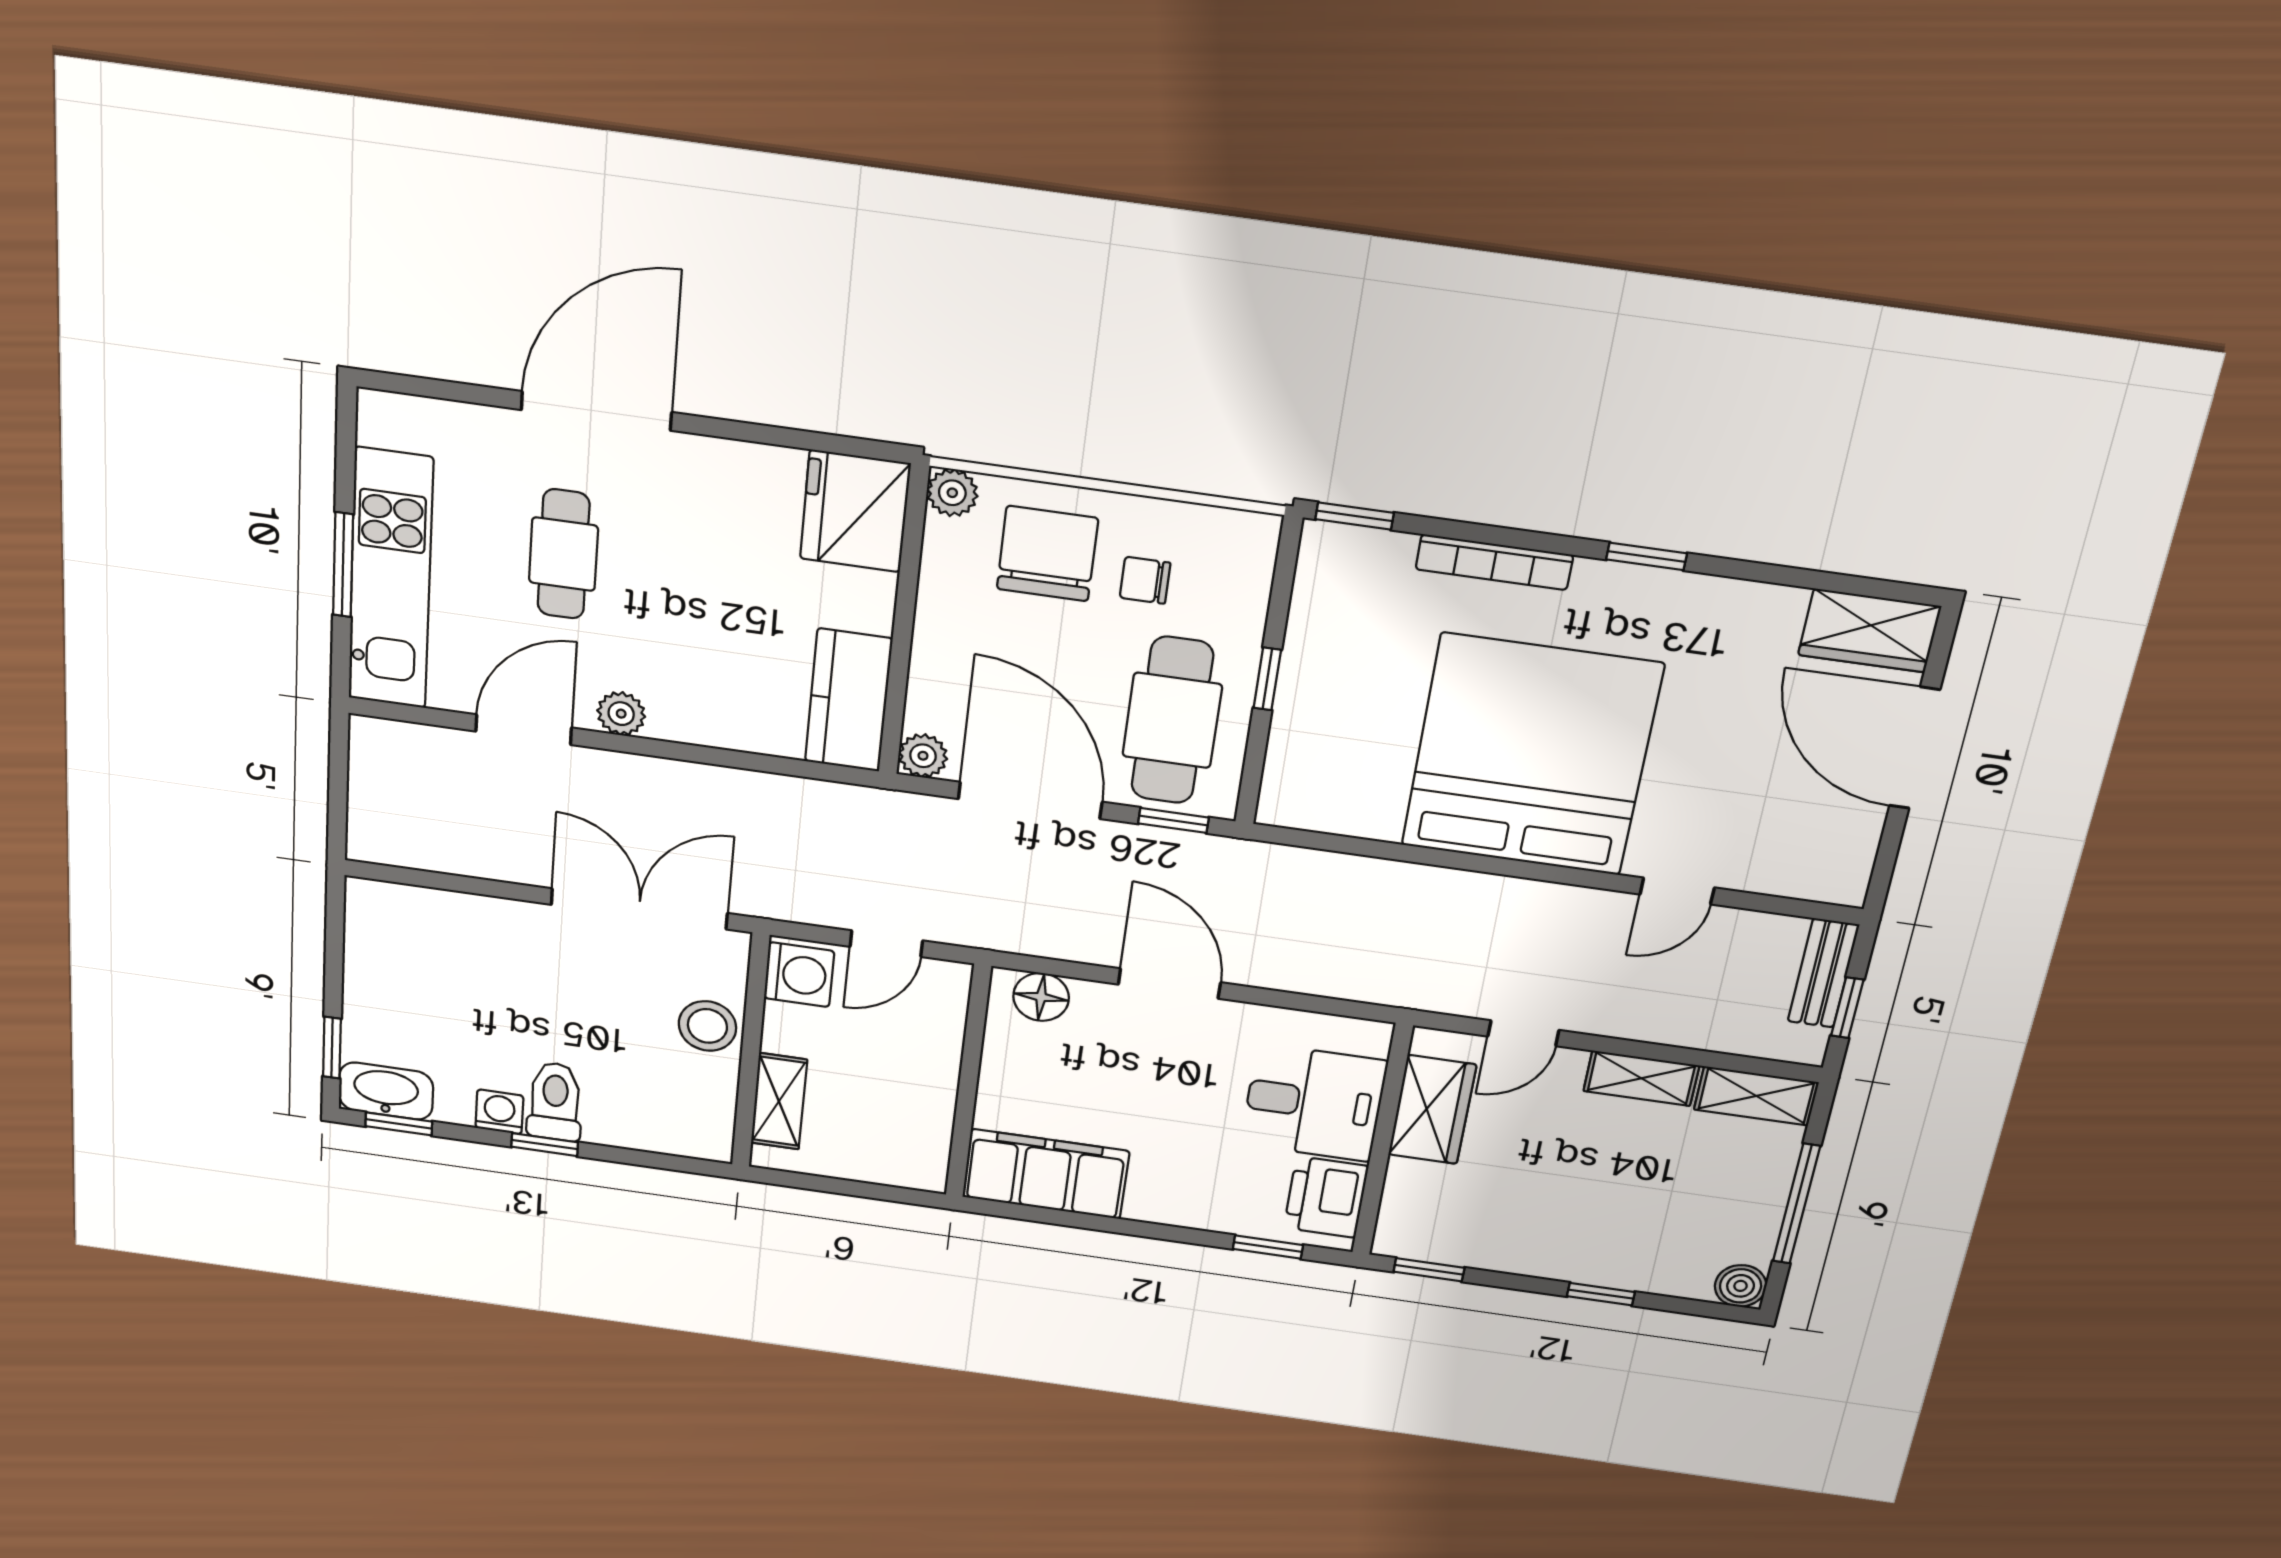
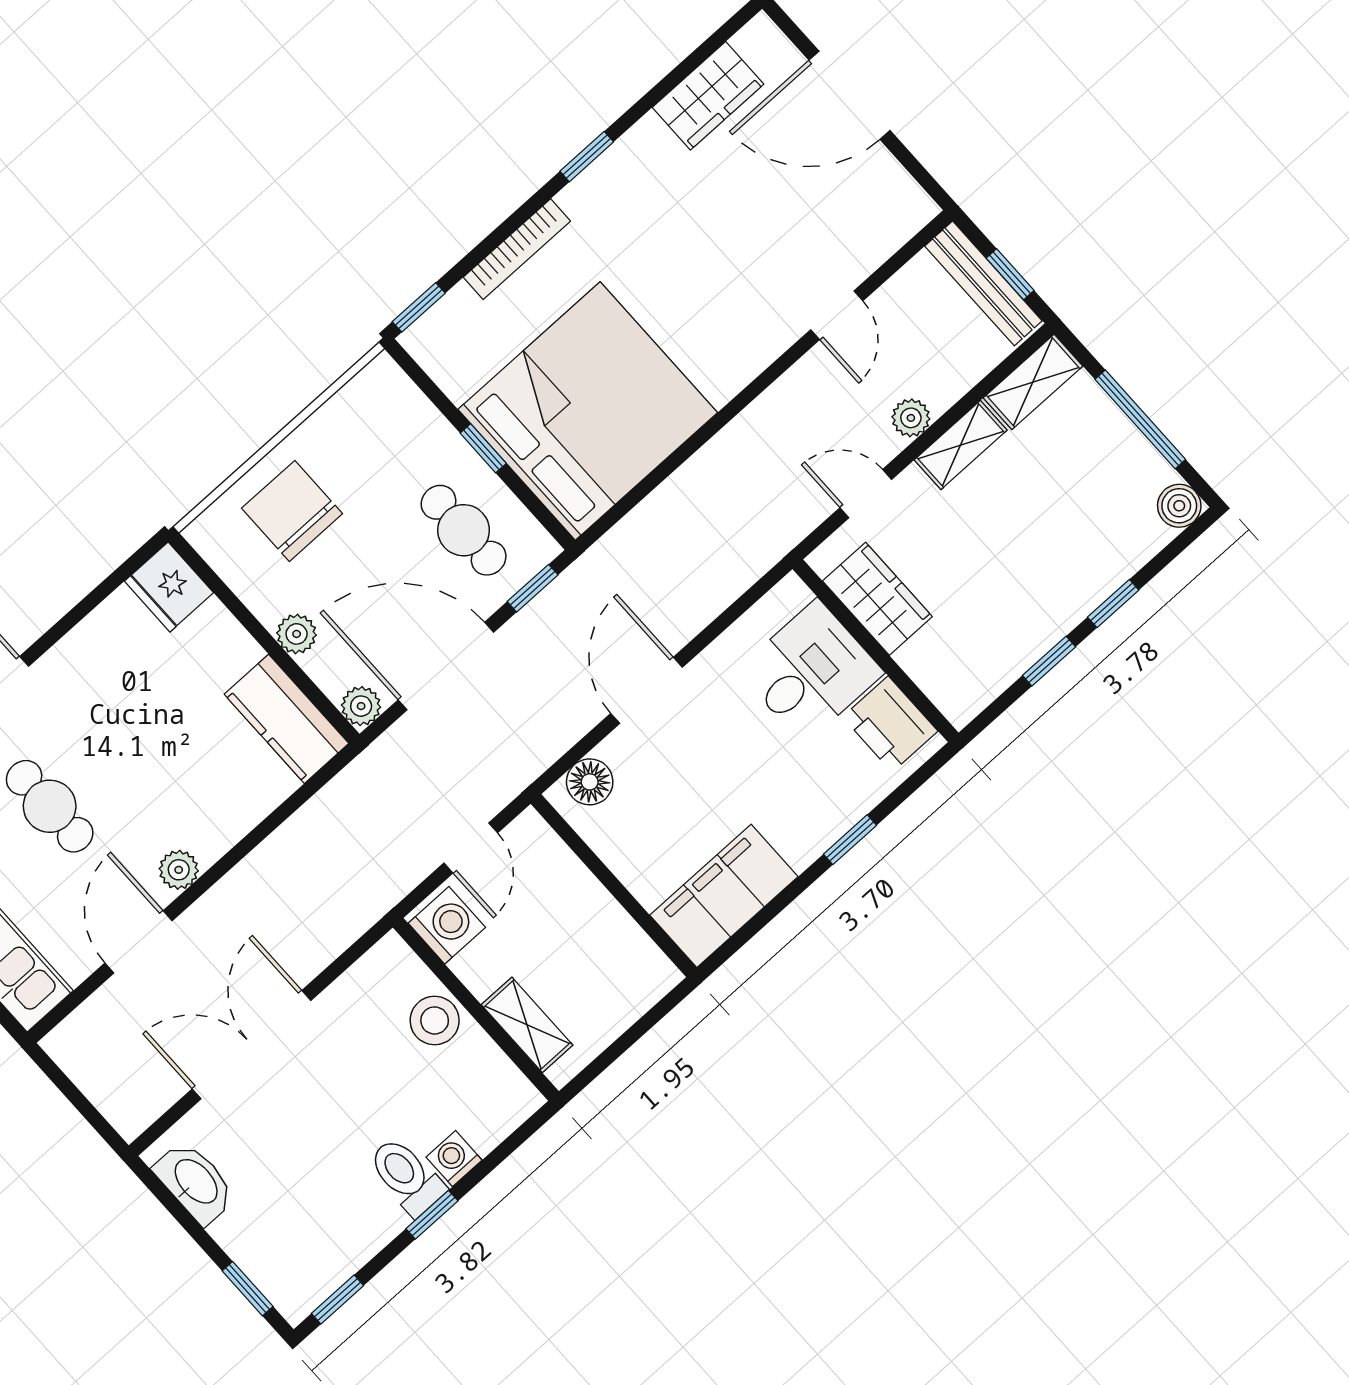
plant: (952, 493) -> (297, 634), moved
fridge: (855, 511) -> (169, 587), width x0.73, depth x0.75
chair: (1145, 580) -> (357, 467), removed
wardrobe: (1869, 631) -> (708, 96), moved
cafe table: (1172, 720) -> (464, 530), width x0.73, depth x0.74
bed: (1531, 755) -> (588, 411), moved, turned 90
double door: (639, 909) -> (252, 1045), moved
bench: (1823, 973) -> (983, 283), width x1.36
door: (1169, 983) -> (647, 690), hinge flipped
plant: (1631, 1021) -> (911, 418), added
door: (1523, 1033) -> (866, 494), swing flipped
washbasin: (386, 1091) -> (195, 1182), moved, turned 90
washing machine: (499, 1112) -> (454, 1159), moved
window: (1268, 1247) -> (850, 840), moved
window: (1429, 1270) -> (1049, 661), moved

